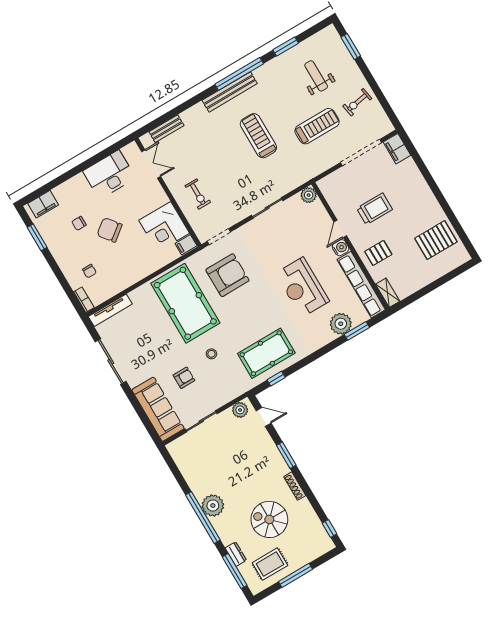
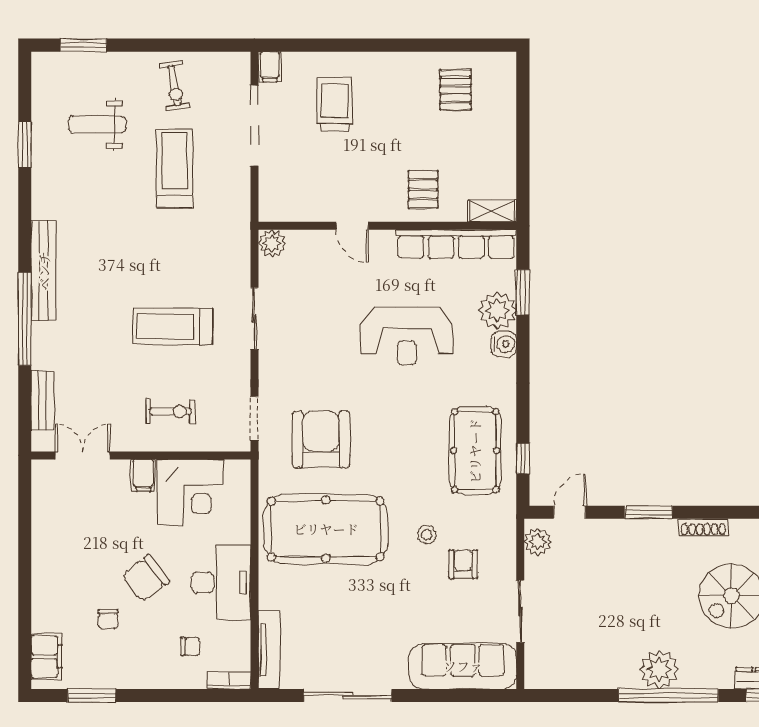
window: (239, 74) -> (25, 319), moved
treadmill: (258, 136) -> (173, 326), moved
filing cabinet: (397, 149) -> (270, 67), width x0.50
desk: (109, 174) -> (221, 582), moved, turned 180
trolley: (374, 209) -> (334, 104), moved
pallet: (436, 240) -> (455, 90), width x0.67, depth x0.71
filing cabinet: (186, 245) -> (143, 475), moved
water cooler: (341, 248) -> (504, 344), moved, turned 90
armchair: (184, 378) -> (463, 564), moved

